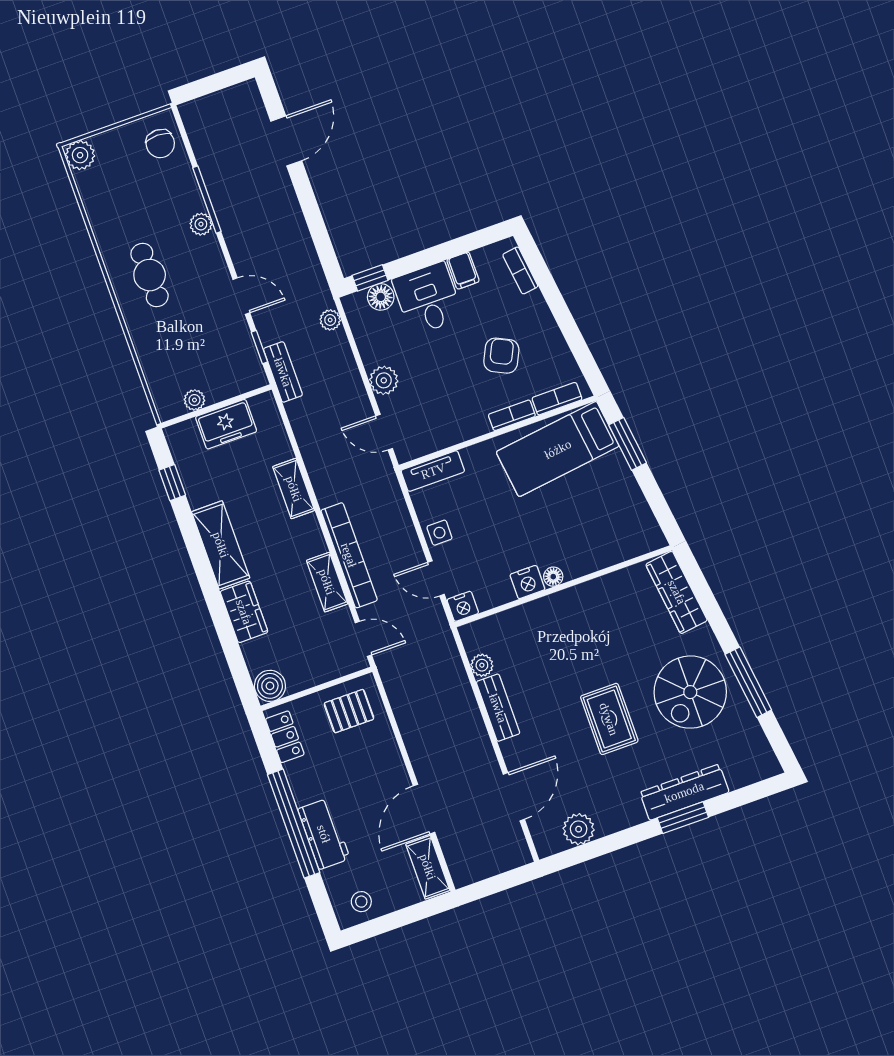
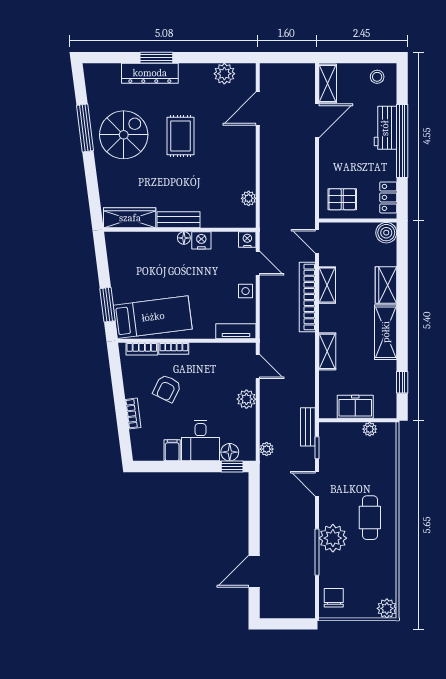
plant: (201, 224) -> (333, 538), width x1.88, depth x1.88
bookcase: (520, 270) -> (133, 414), moved
wardrobe: (677, 592) -> (130, 218), moved, turned -83
bench: (498, 708) -> (178, 220), moved, turned 90

